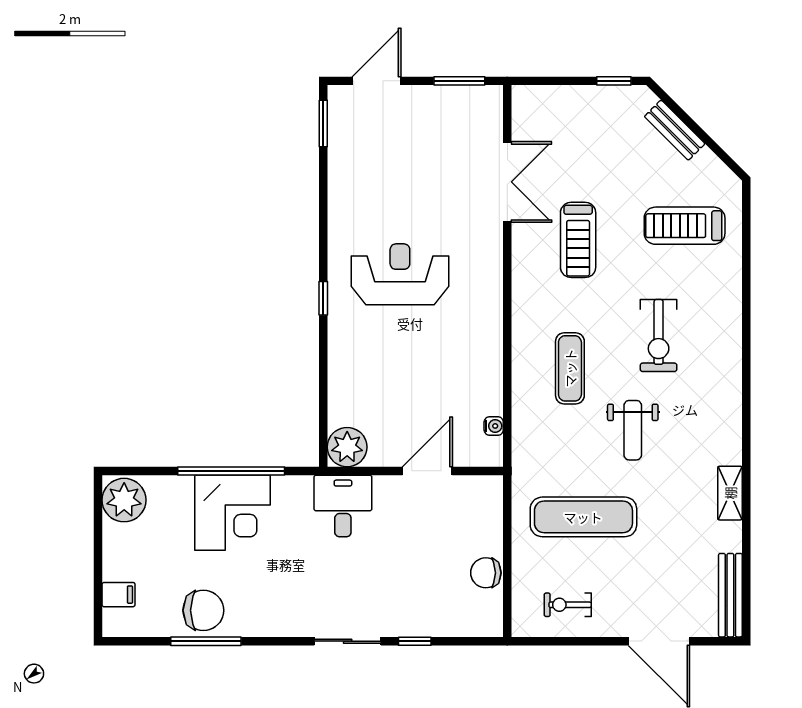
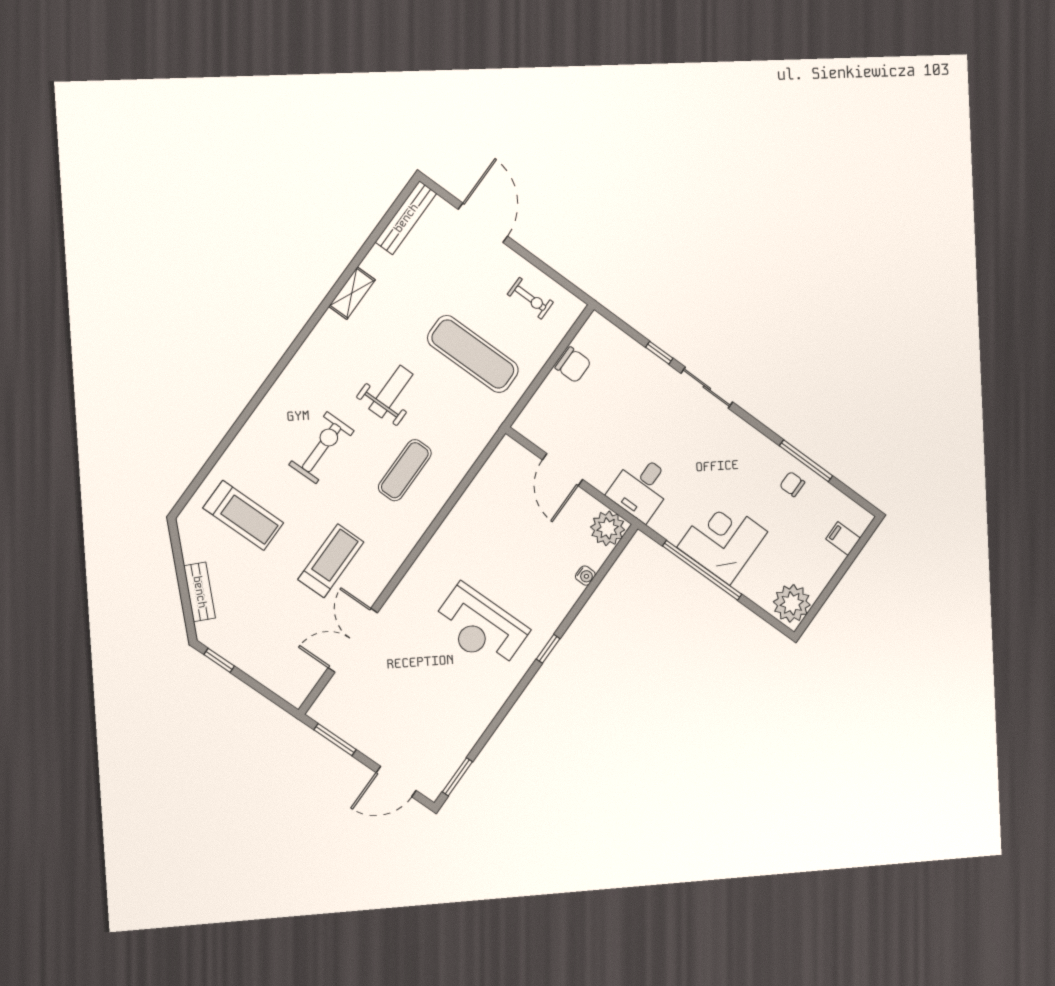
water cooler: (494, 426) -> (585, 576), moved, turned 180
door: (427, 471) -> (562, 470), hinge flipped
chair: (203, 610) -> (792, 484), width x0.54, depth x0.54

